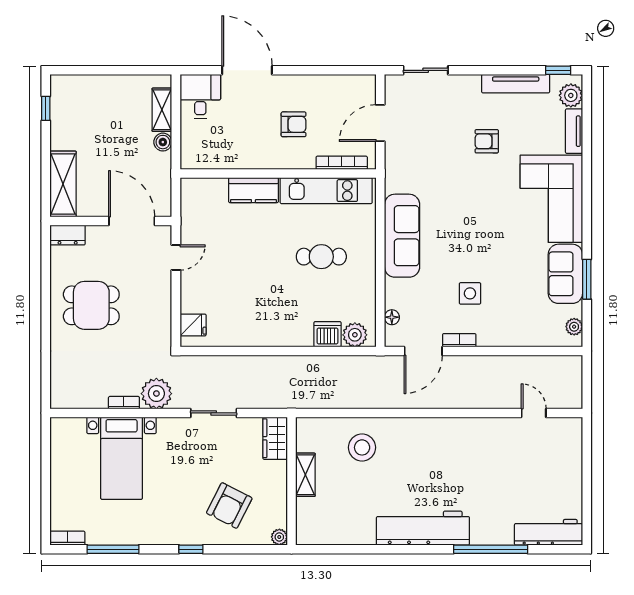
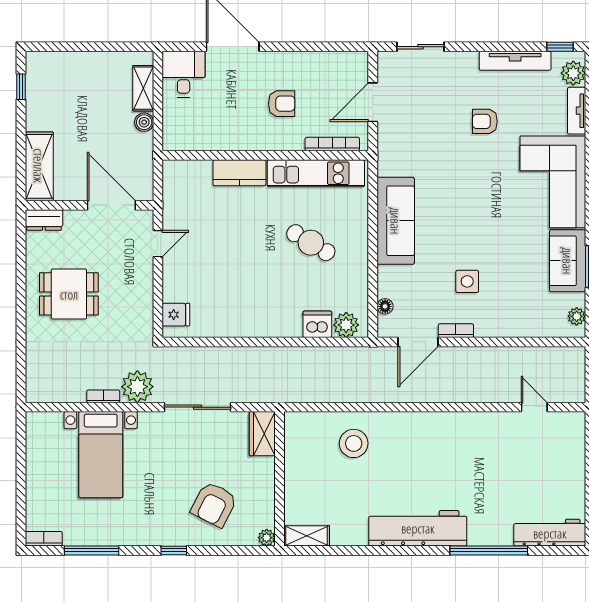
cafe table: (321, 257) -> (311, 243), turned 31
sliding door: (214, 413) -> (198, 407), width x1.37
shelving: (305, 475) -> (307, 536), moved, turned 90

